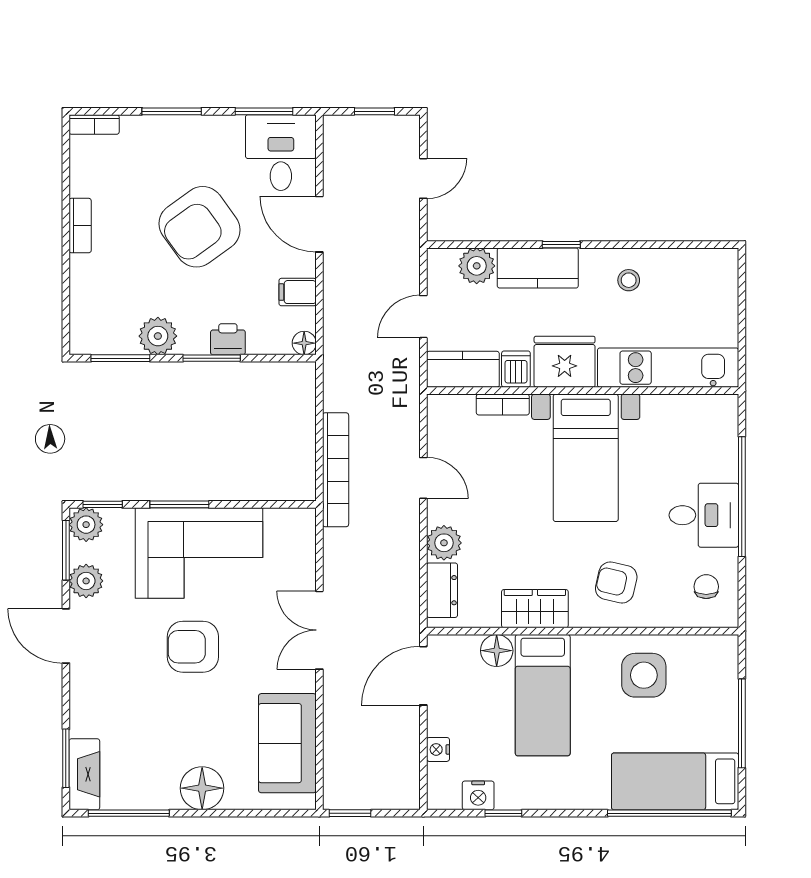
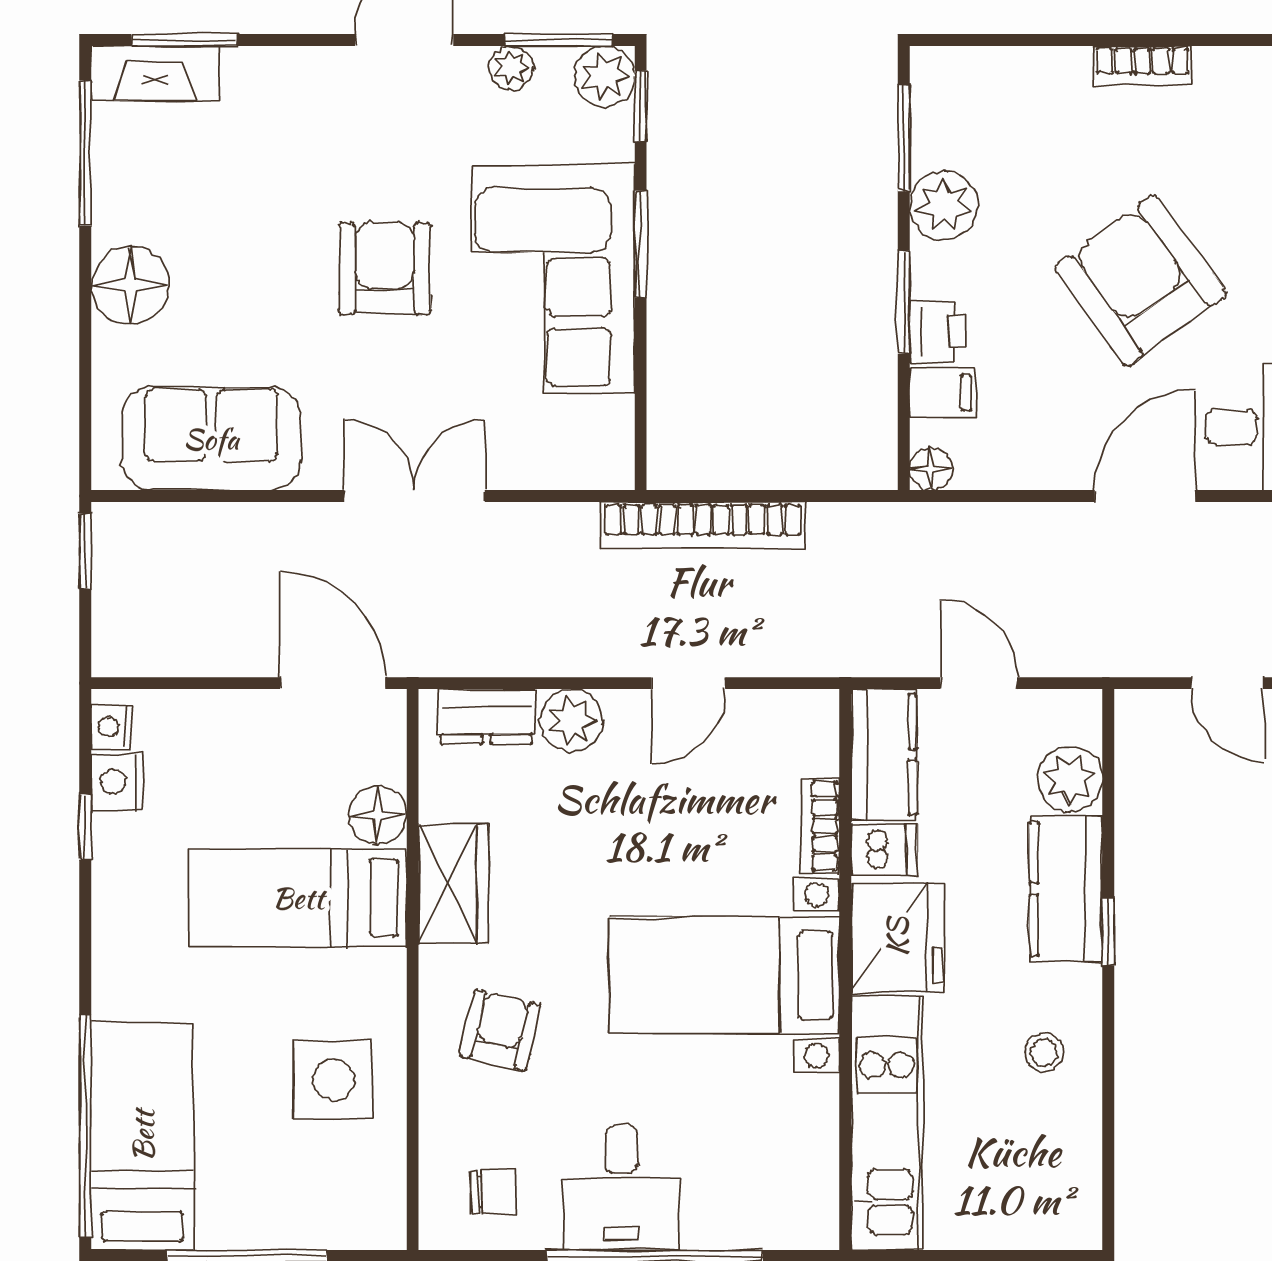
filing cabinet: (298, 292) -> (943, 392), moved, turned 90
plant: (86, 581) -> (511, 68), width x0.73, depth x0.73
nightstand: (438, 749) -> (112, 727), moved, turned -90

